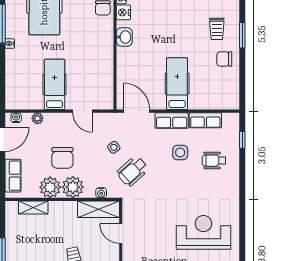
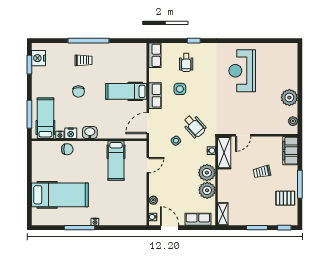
window: (242, 35) -> (88, 41), width x2.11
chair: (224, 59) -> (78, 91), moved
hospital bed: (54, 84) -> (116, 161), moved, turned -90
row of seats: (205, 120) -> (155, 55), moved
window: (242, 140) -> (194, 41), moved
chair: (62, 158) -> (184, 181), removed
shelving: (33, 207) -> (223, 214), moved

